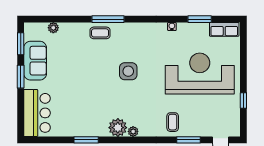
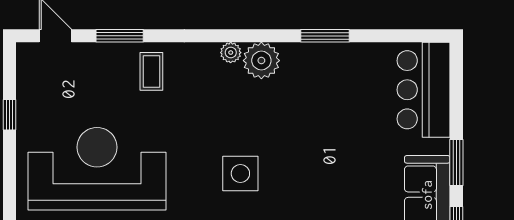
reception desk: (200, 74) -> (97, 169), turned 180

